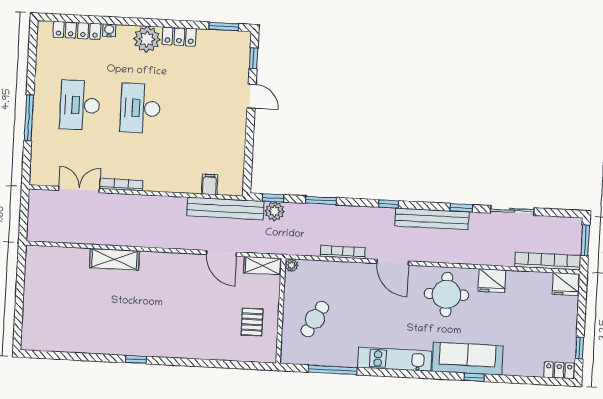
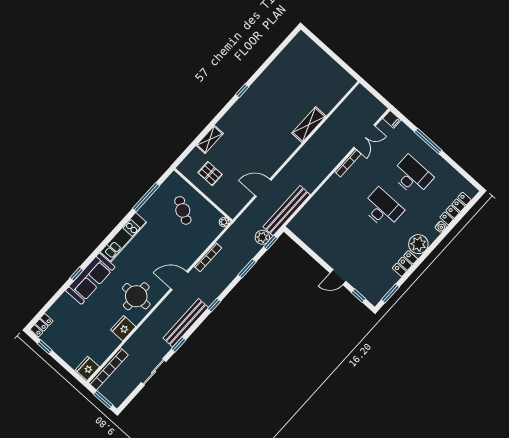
filing cabinet: (210, 184) -> (392, 119), moved
shelving: (263, 266) -> (210, 139), moved

